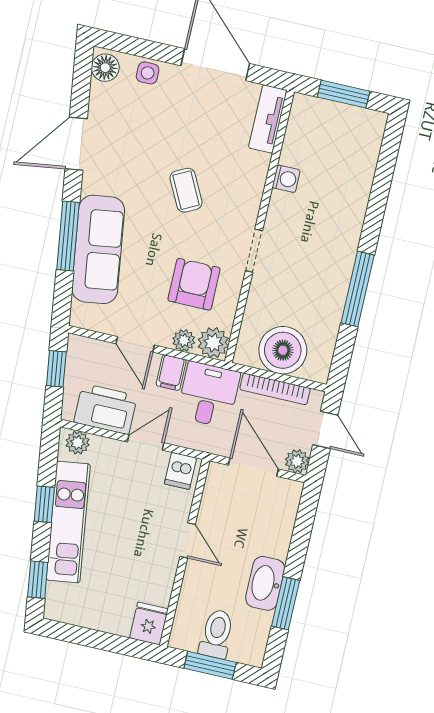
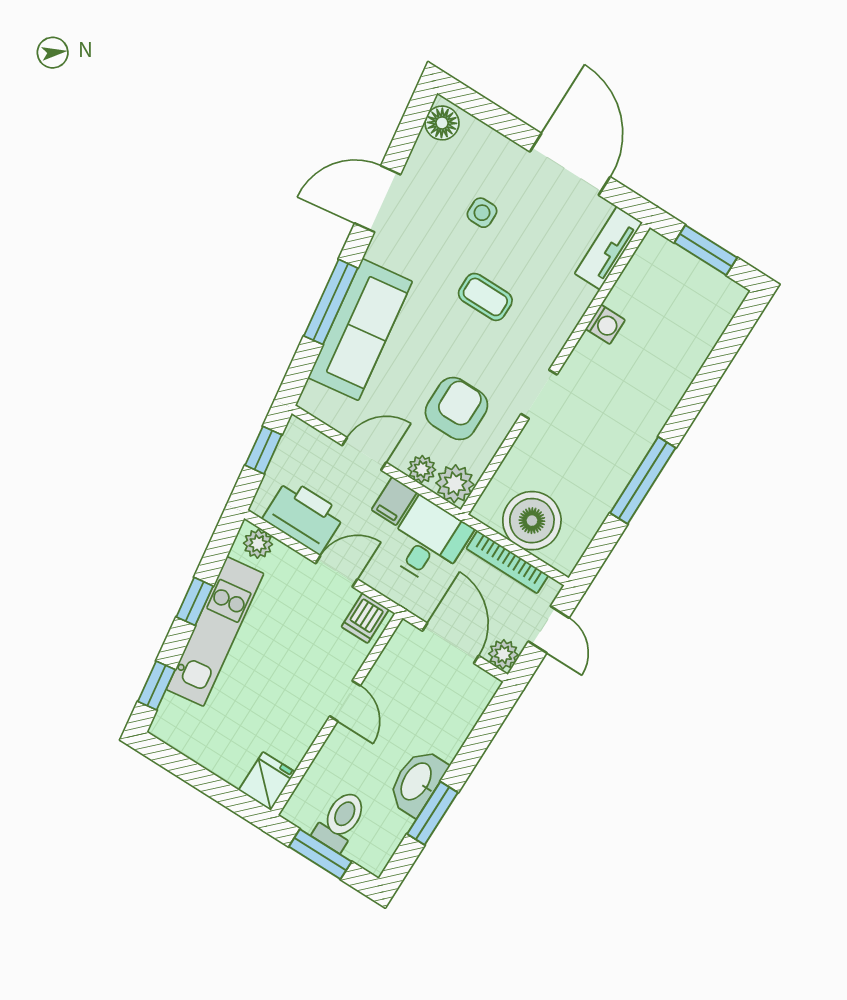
side table: (148, 73) -> (482, 213), moved
coffee table: (186, 190) -> (485, 297), turned -63
door: (135, 344) -> (364, 454), swing flipped

